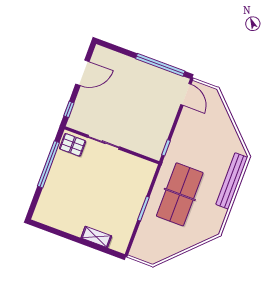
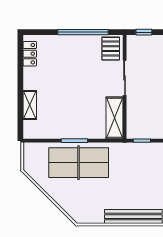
shelving: (136, 165) -> (114, 118), added
table tennis table: (180, 194) -> (79, 163), moved
locker: (50, 220) -> (30, 54), added

